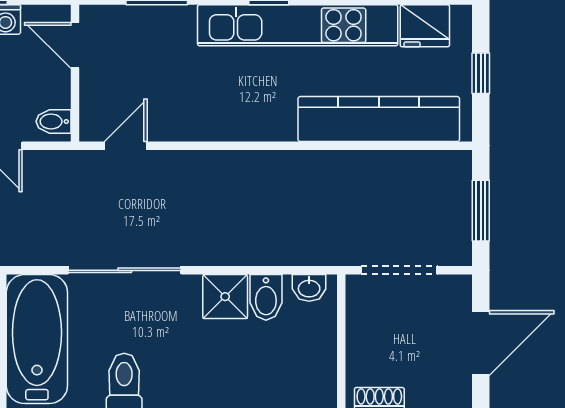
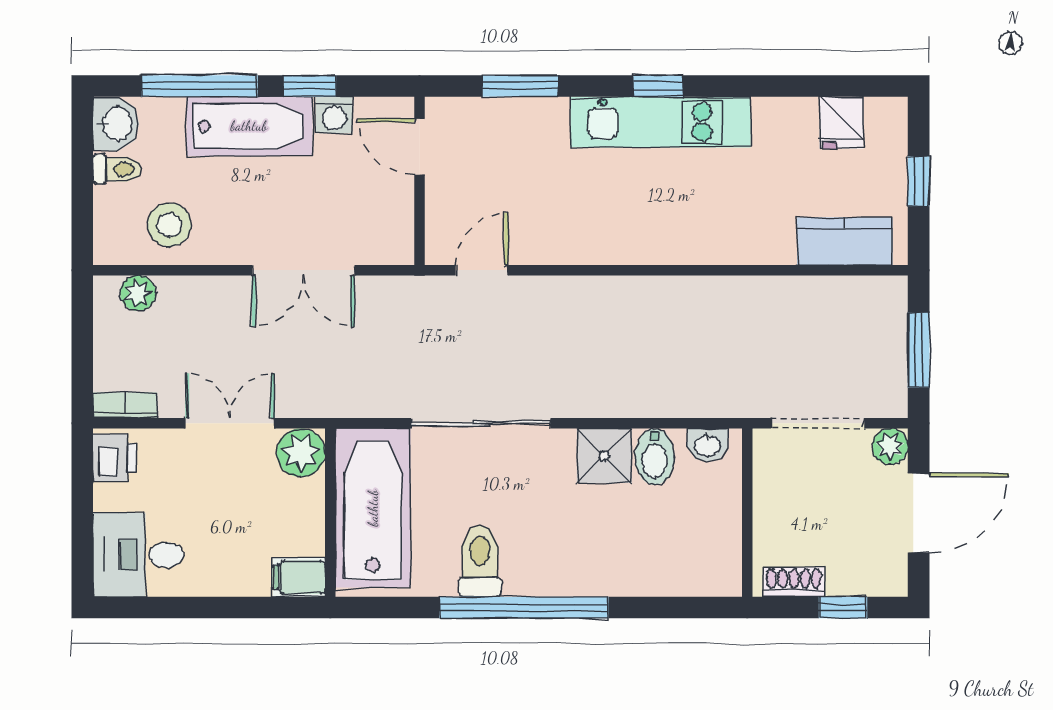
kitchen unit: (298, 25) -> (661, 122), width x0.73
fridge: (425, 26) -> (842, 123), width x0.72
kitchen counter: (379, 119) -> (845, 241), width x0.48, depth x0.86
bidet: (53, 121) -> (393, 240), removed
plant: (458, 289) -> (890, 446), added

